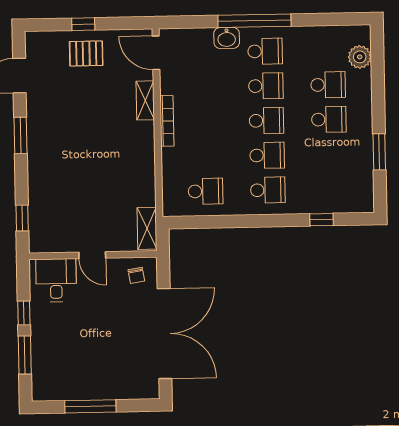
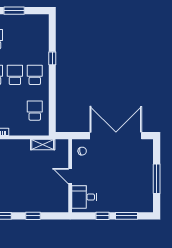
window: (22, 218) -> (33, 216), moved
window: (321, 220) -> (52, 58), moved
shelving: (147, 228) -> (43, 144), moved
door: (92, 255) -> (70, 176), swing flipped

